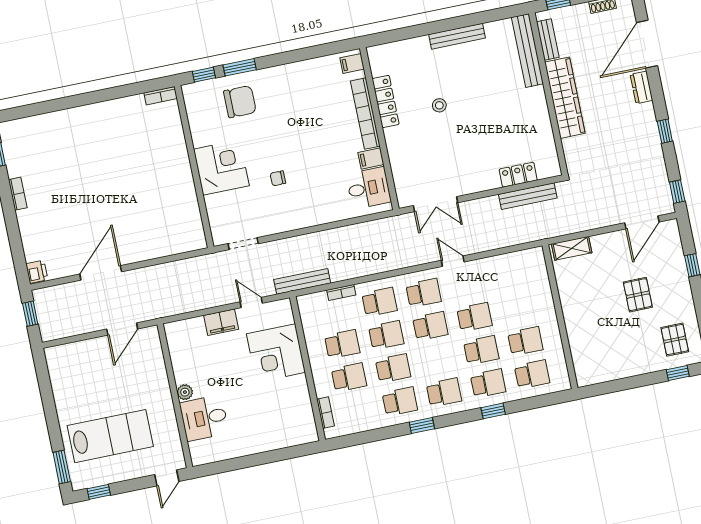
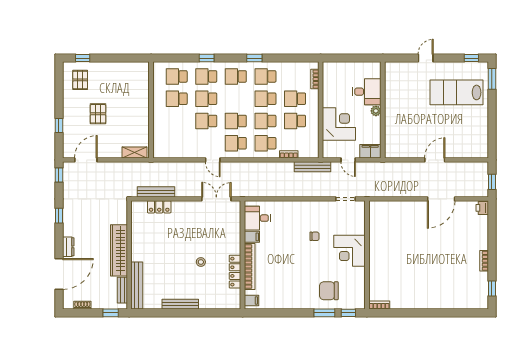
plant: (185, 392) -> (376, 111), moved
wall: (175, 396) -> (383, 110), moved
desk: (204, 418) -> (367, 92), moved

